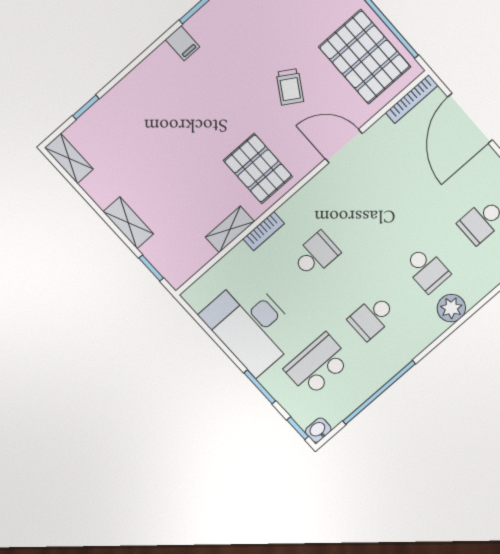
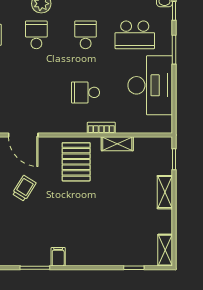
school desk: (372, 317) -> (86, 35), turned -90

